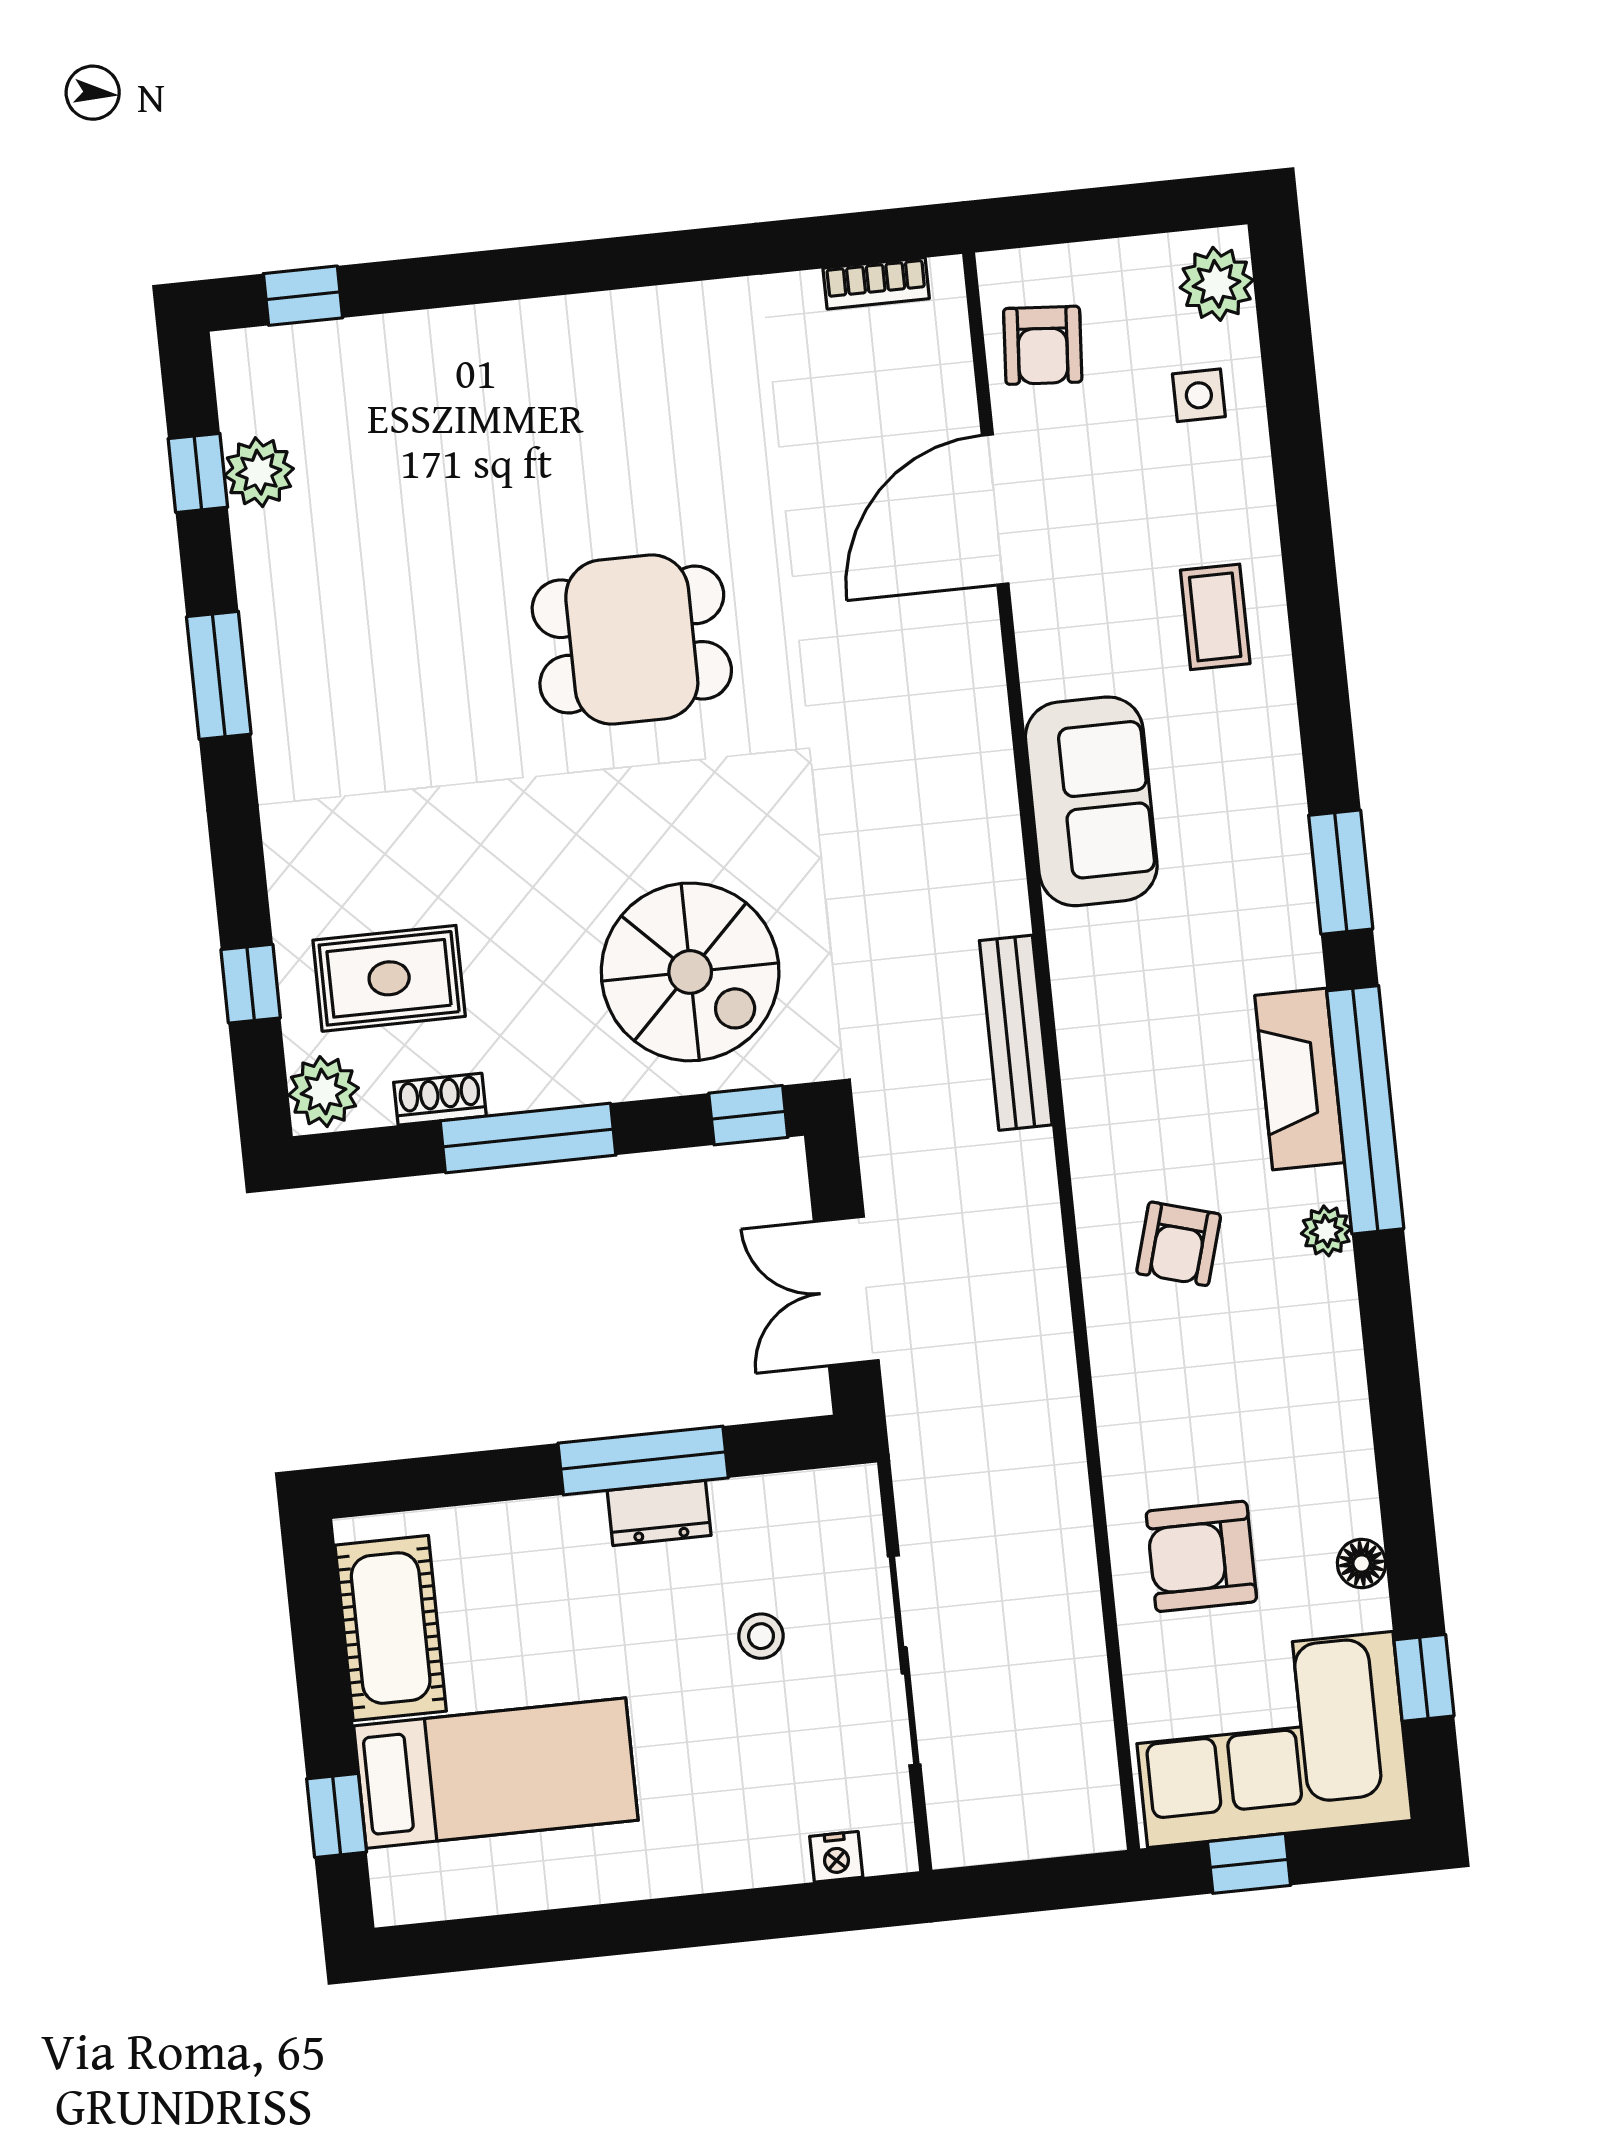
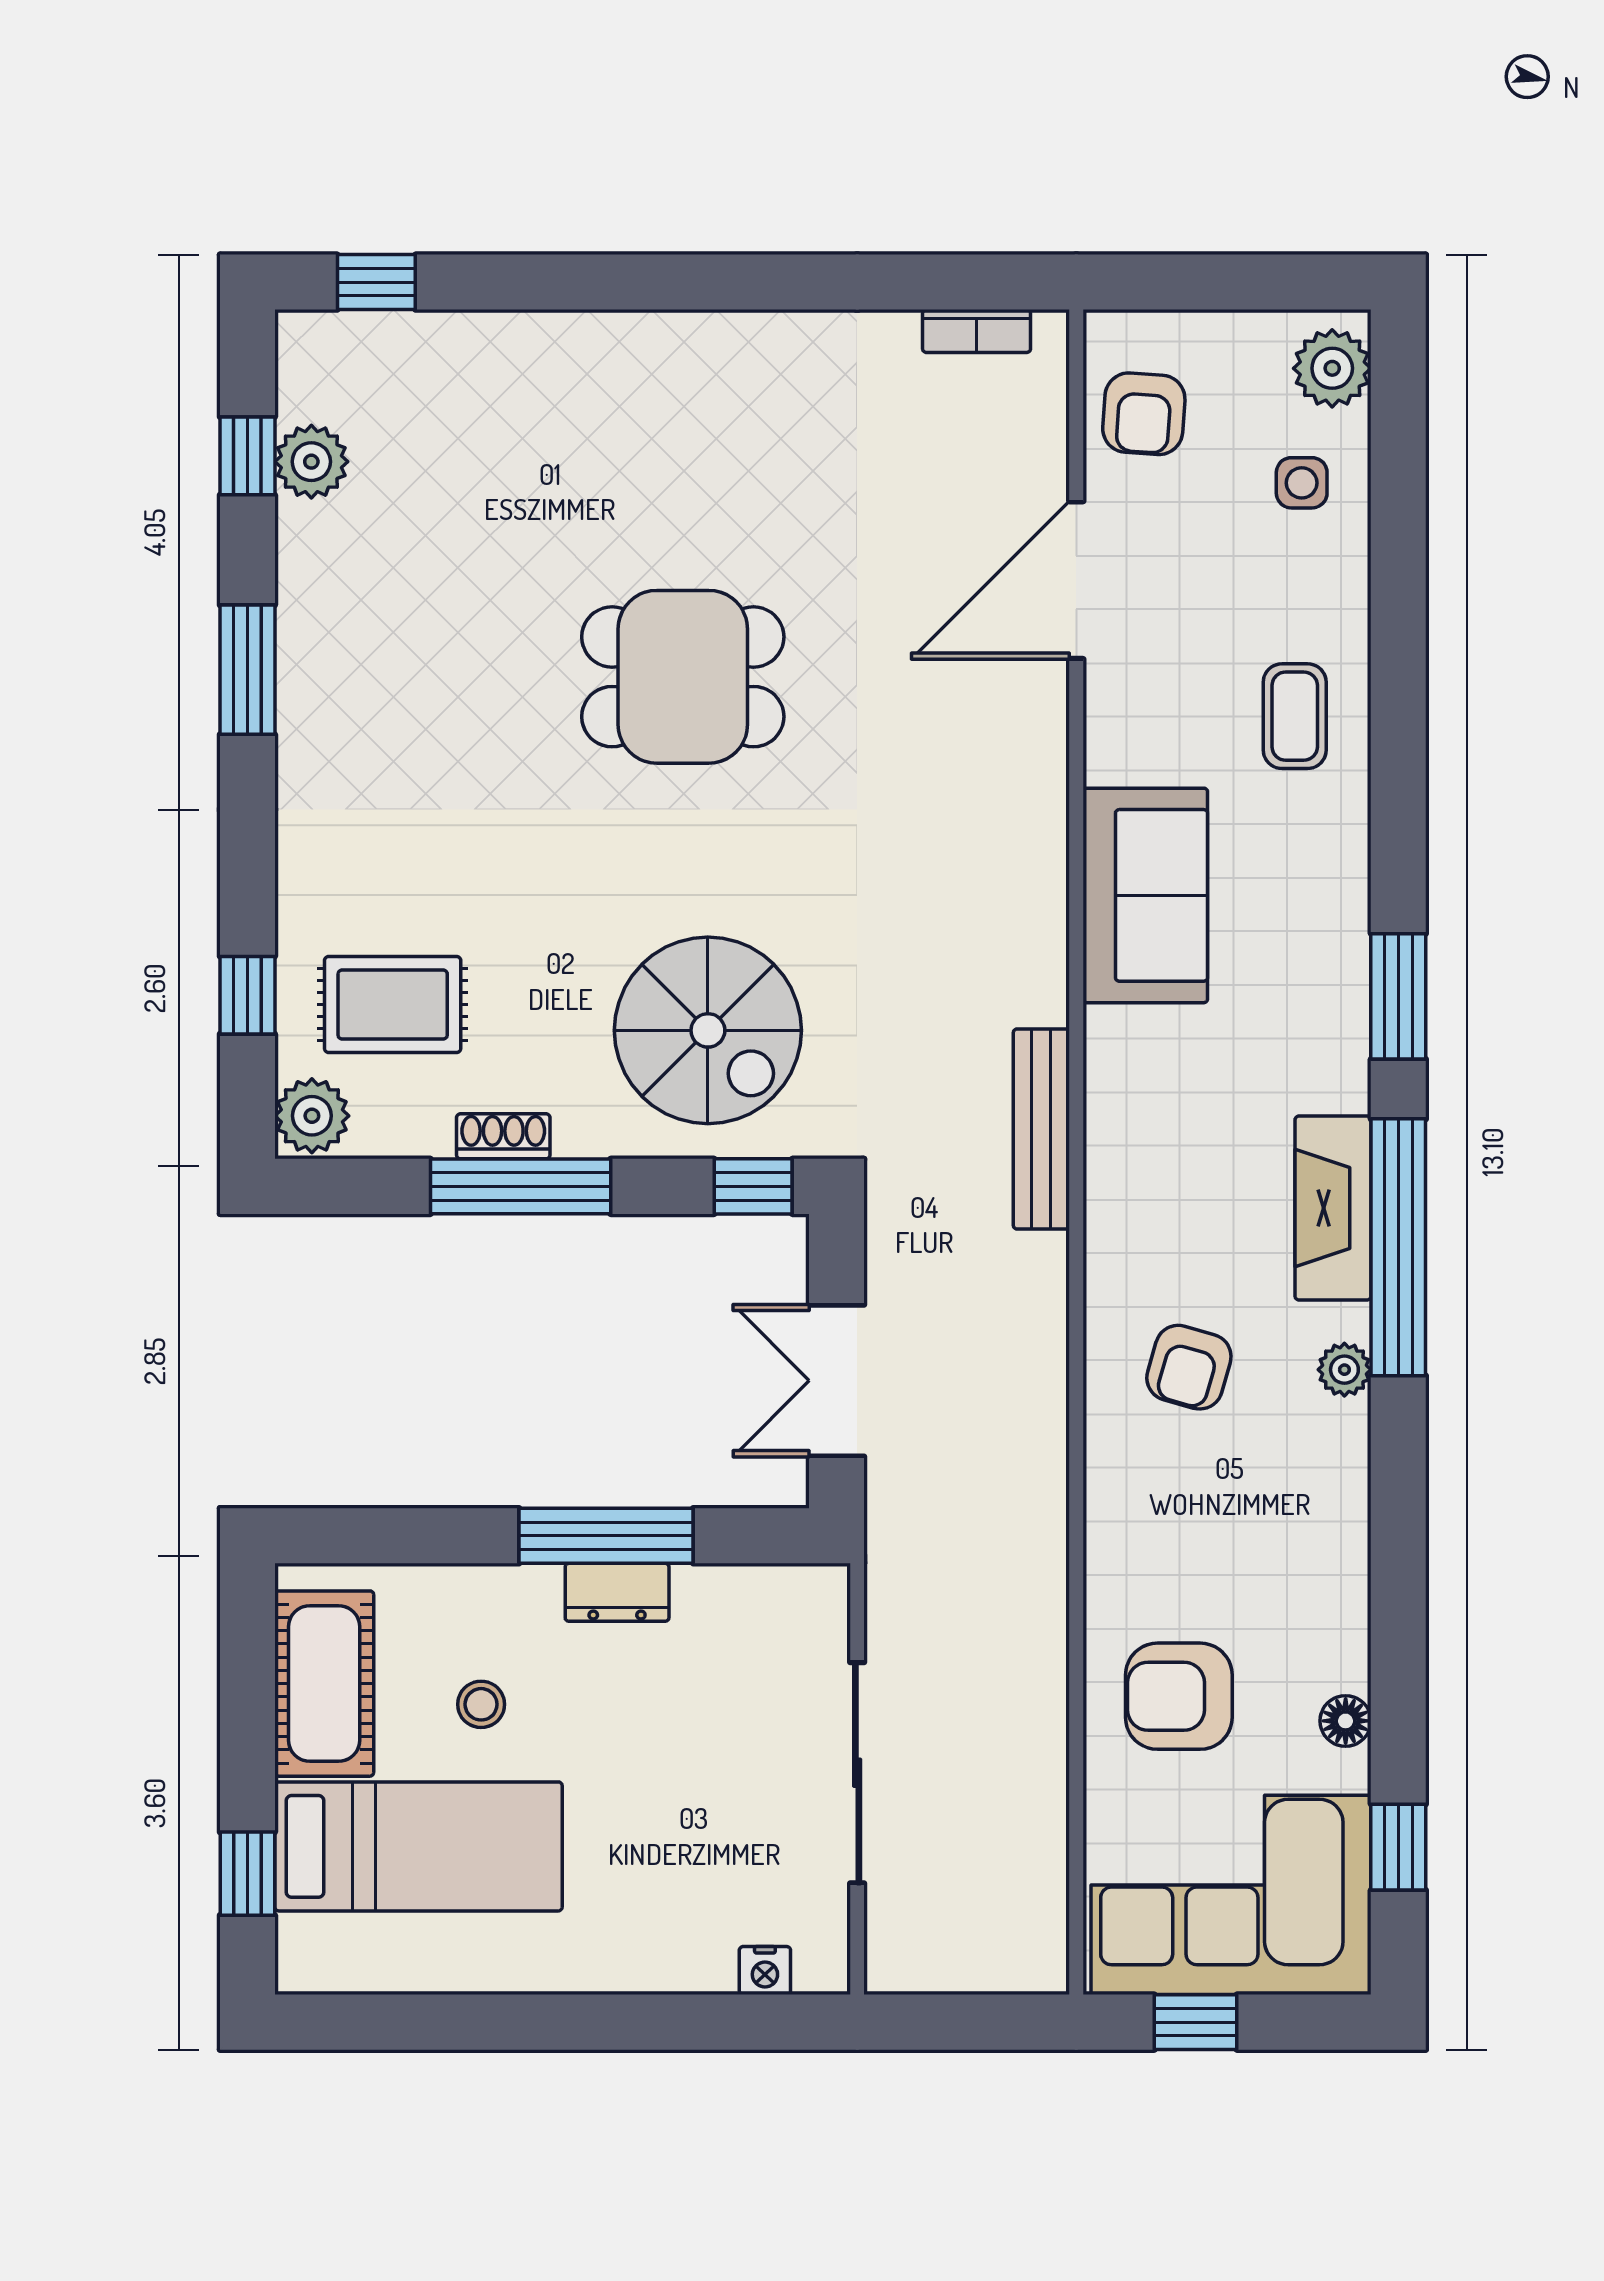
shoe rack: (440, 1099) -> (503, 1136), moved
stool: (761, 1636) -> (481, 1704), moved

